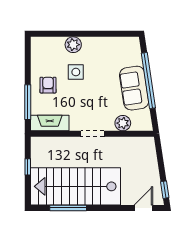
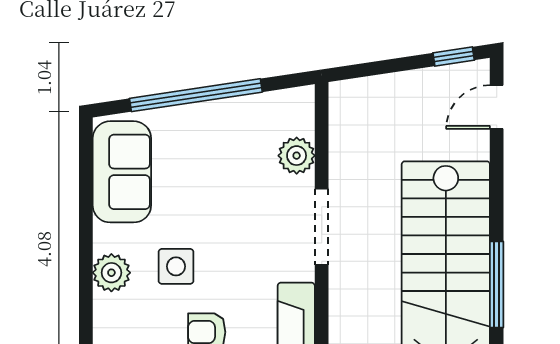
sofa: (134, 88) -> (122, 172), moved, turned -81
doorway: (93, 134) -> (322, 227), width x1.38
door: (143, 208) -> (497, 107), hinge flipped

